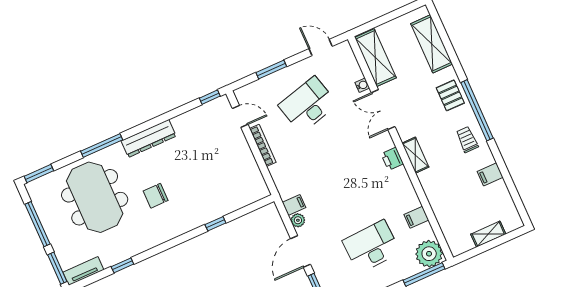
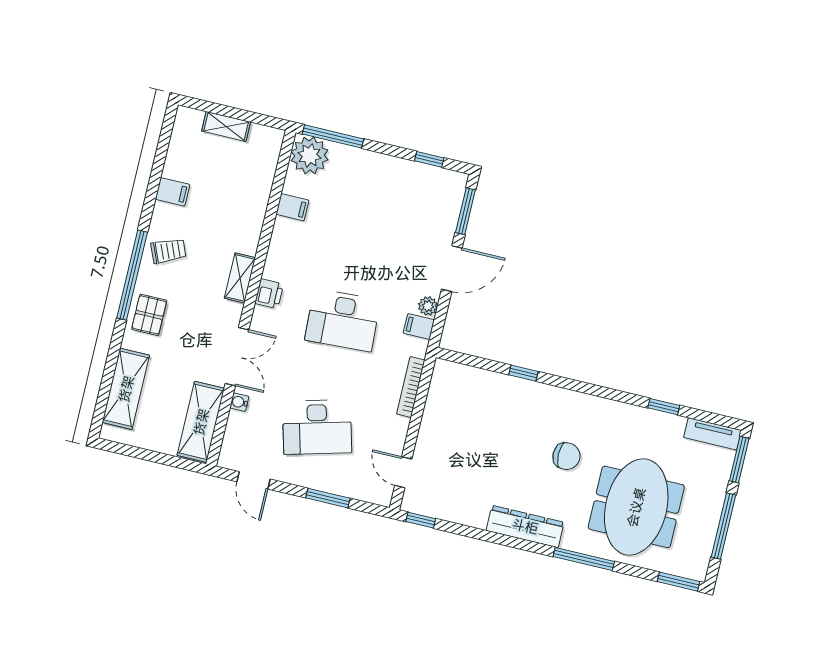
trolley: (467, 140) -> (168, 251), turned -113
bookcase: (263, 145) -> (411, 387), moved
desk: (371, 247) -> (343, 320), moved

